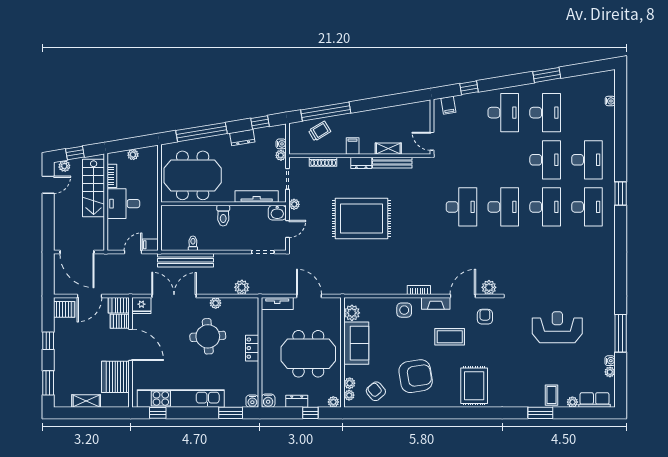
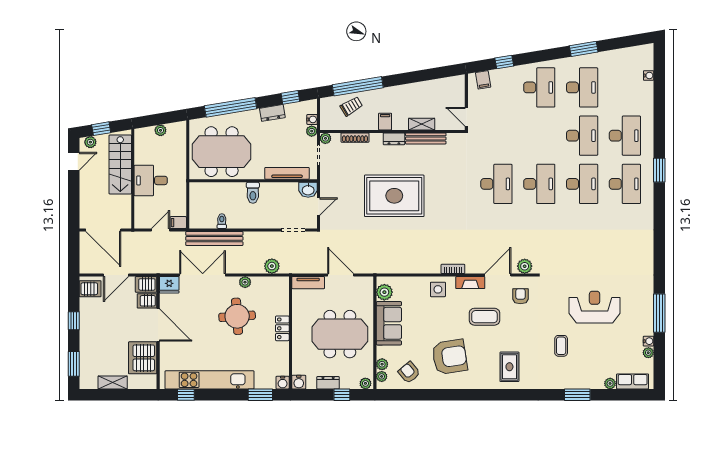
bookcase: (112, 176) -> (139, 152), removed
plant: (294, 204) -> (325, 138), moved
rug: (474, 386) -> (509, 367), width x0.73, depth x0.70
coffee table: (551, 395) -> (561, 346), moved

